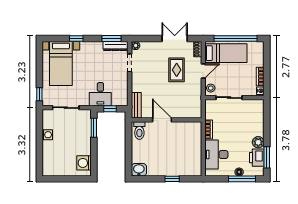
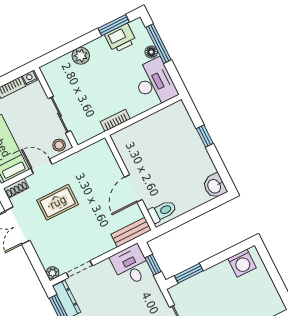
desk: (100, 94) -> (131, 265), moved, turned -90
plant: (258, 142) -> (81, 56), moved
desk: (216, 155) -> (155, 83), moved, turned -90

